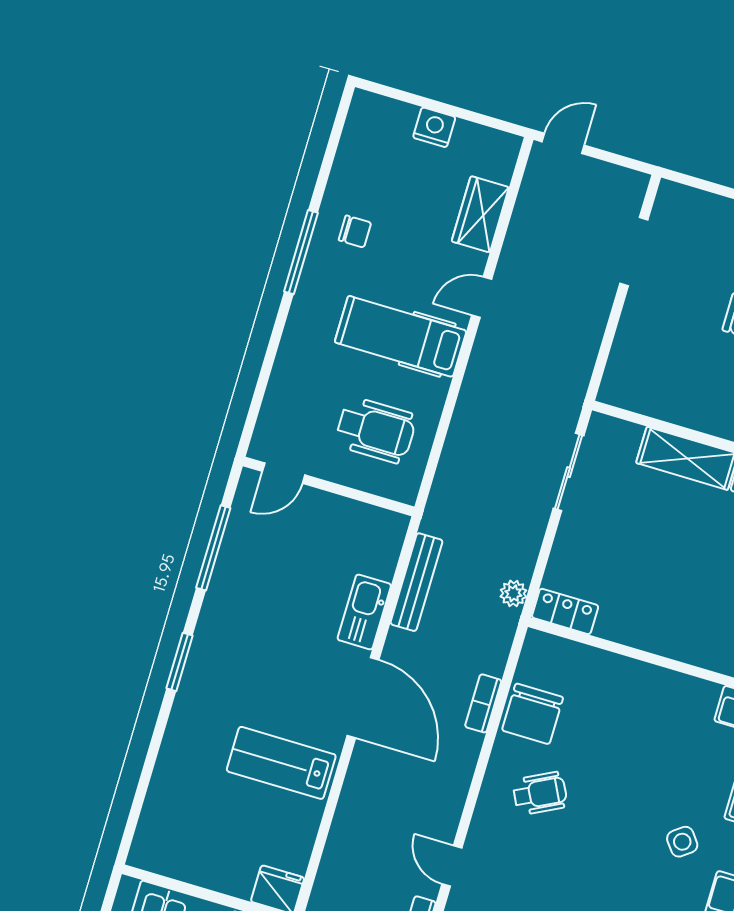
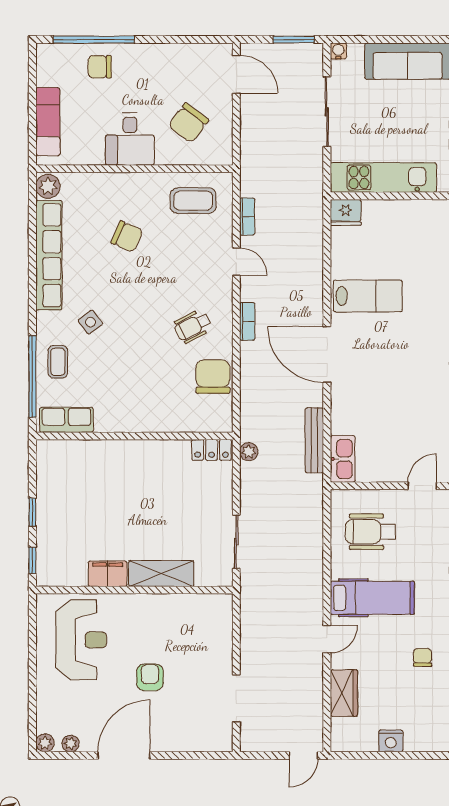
chair: (355, 231) -> (422, 658), turned 90
kitchen sink: (364, 612) -> (343, 459), moved
bookcase: (483, 703) -> (247, 321), moved

